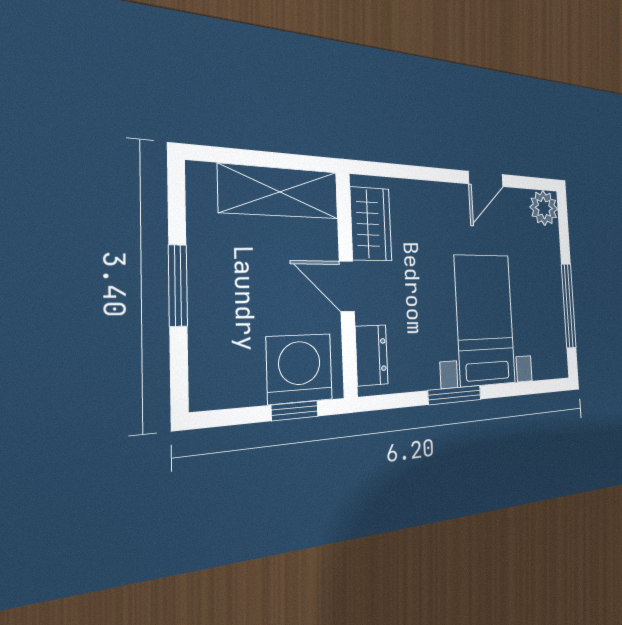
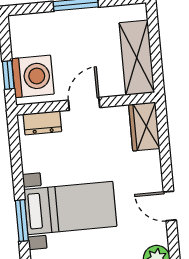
wardrobe: (371, 224) -> (144, 126), moved, turned 90
window: (455, 395) -> (22, 221), moved

